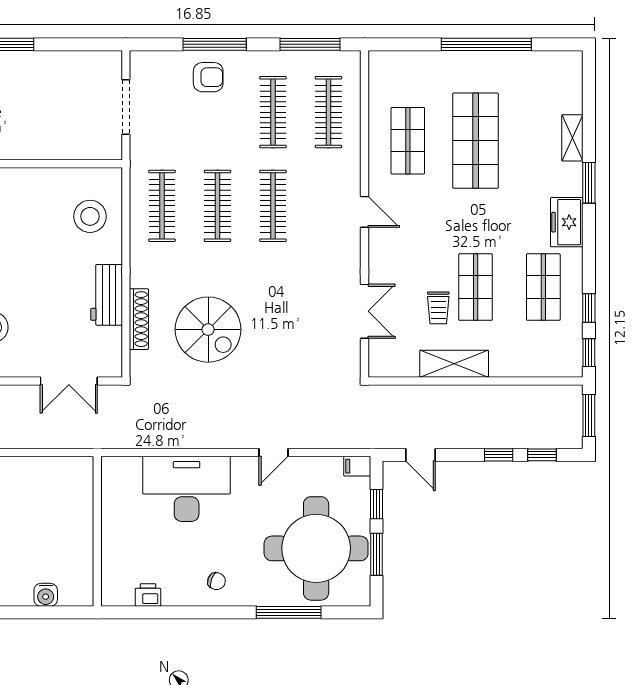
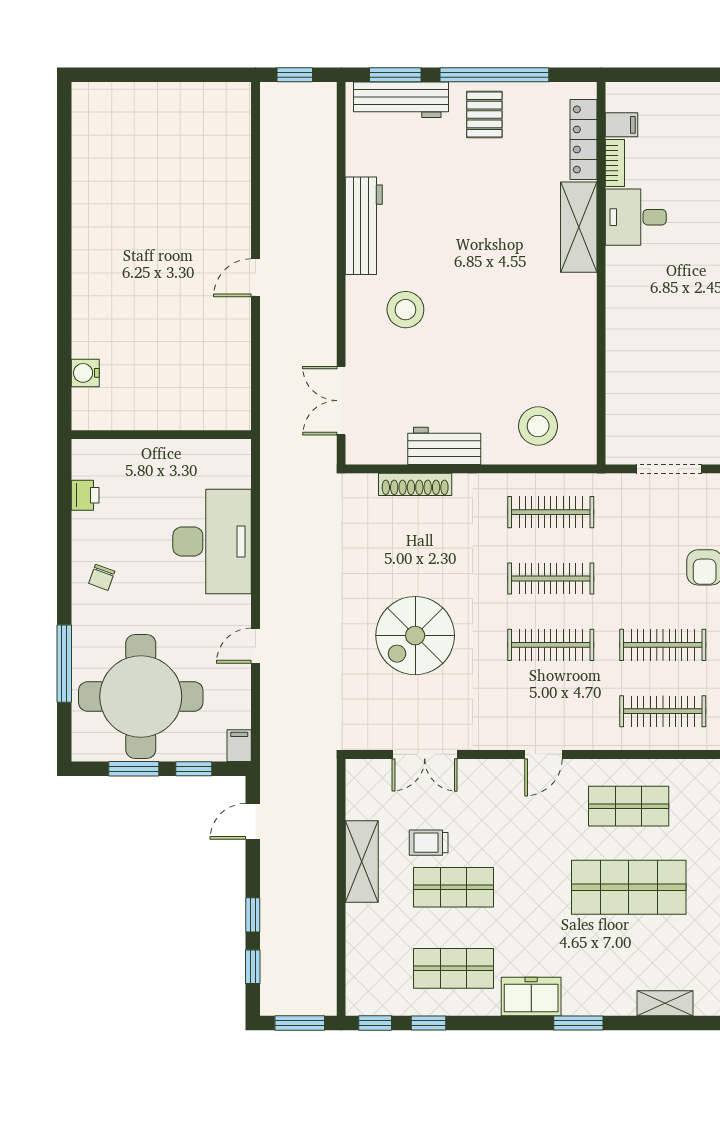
shelving: (572, 138) -> (665, 1003), moved
spiral stairs: (208, 330) -> (415, 636), moved
door: (274, 453) -> (256, 646), hinge flipped

